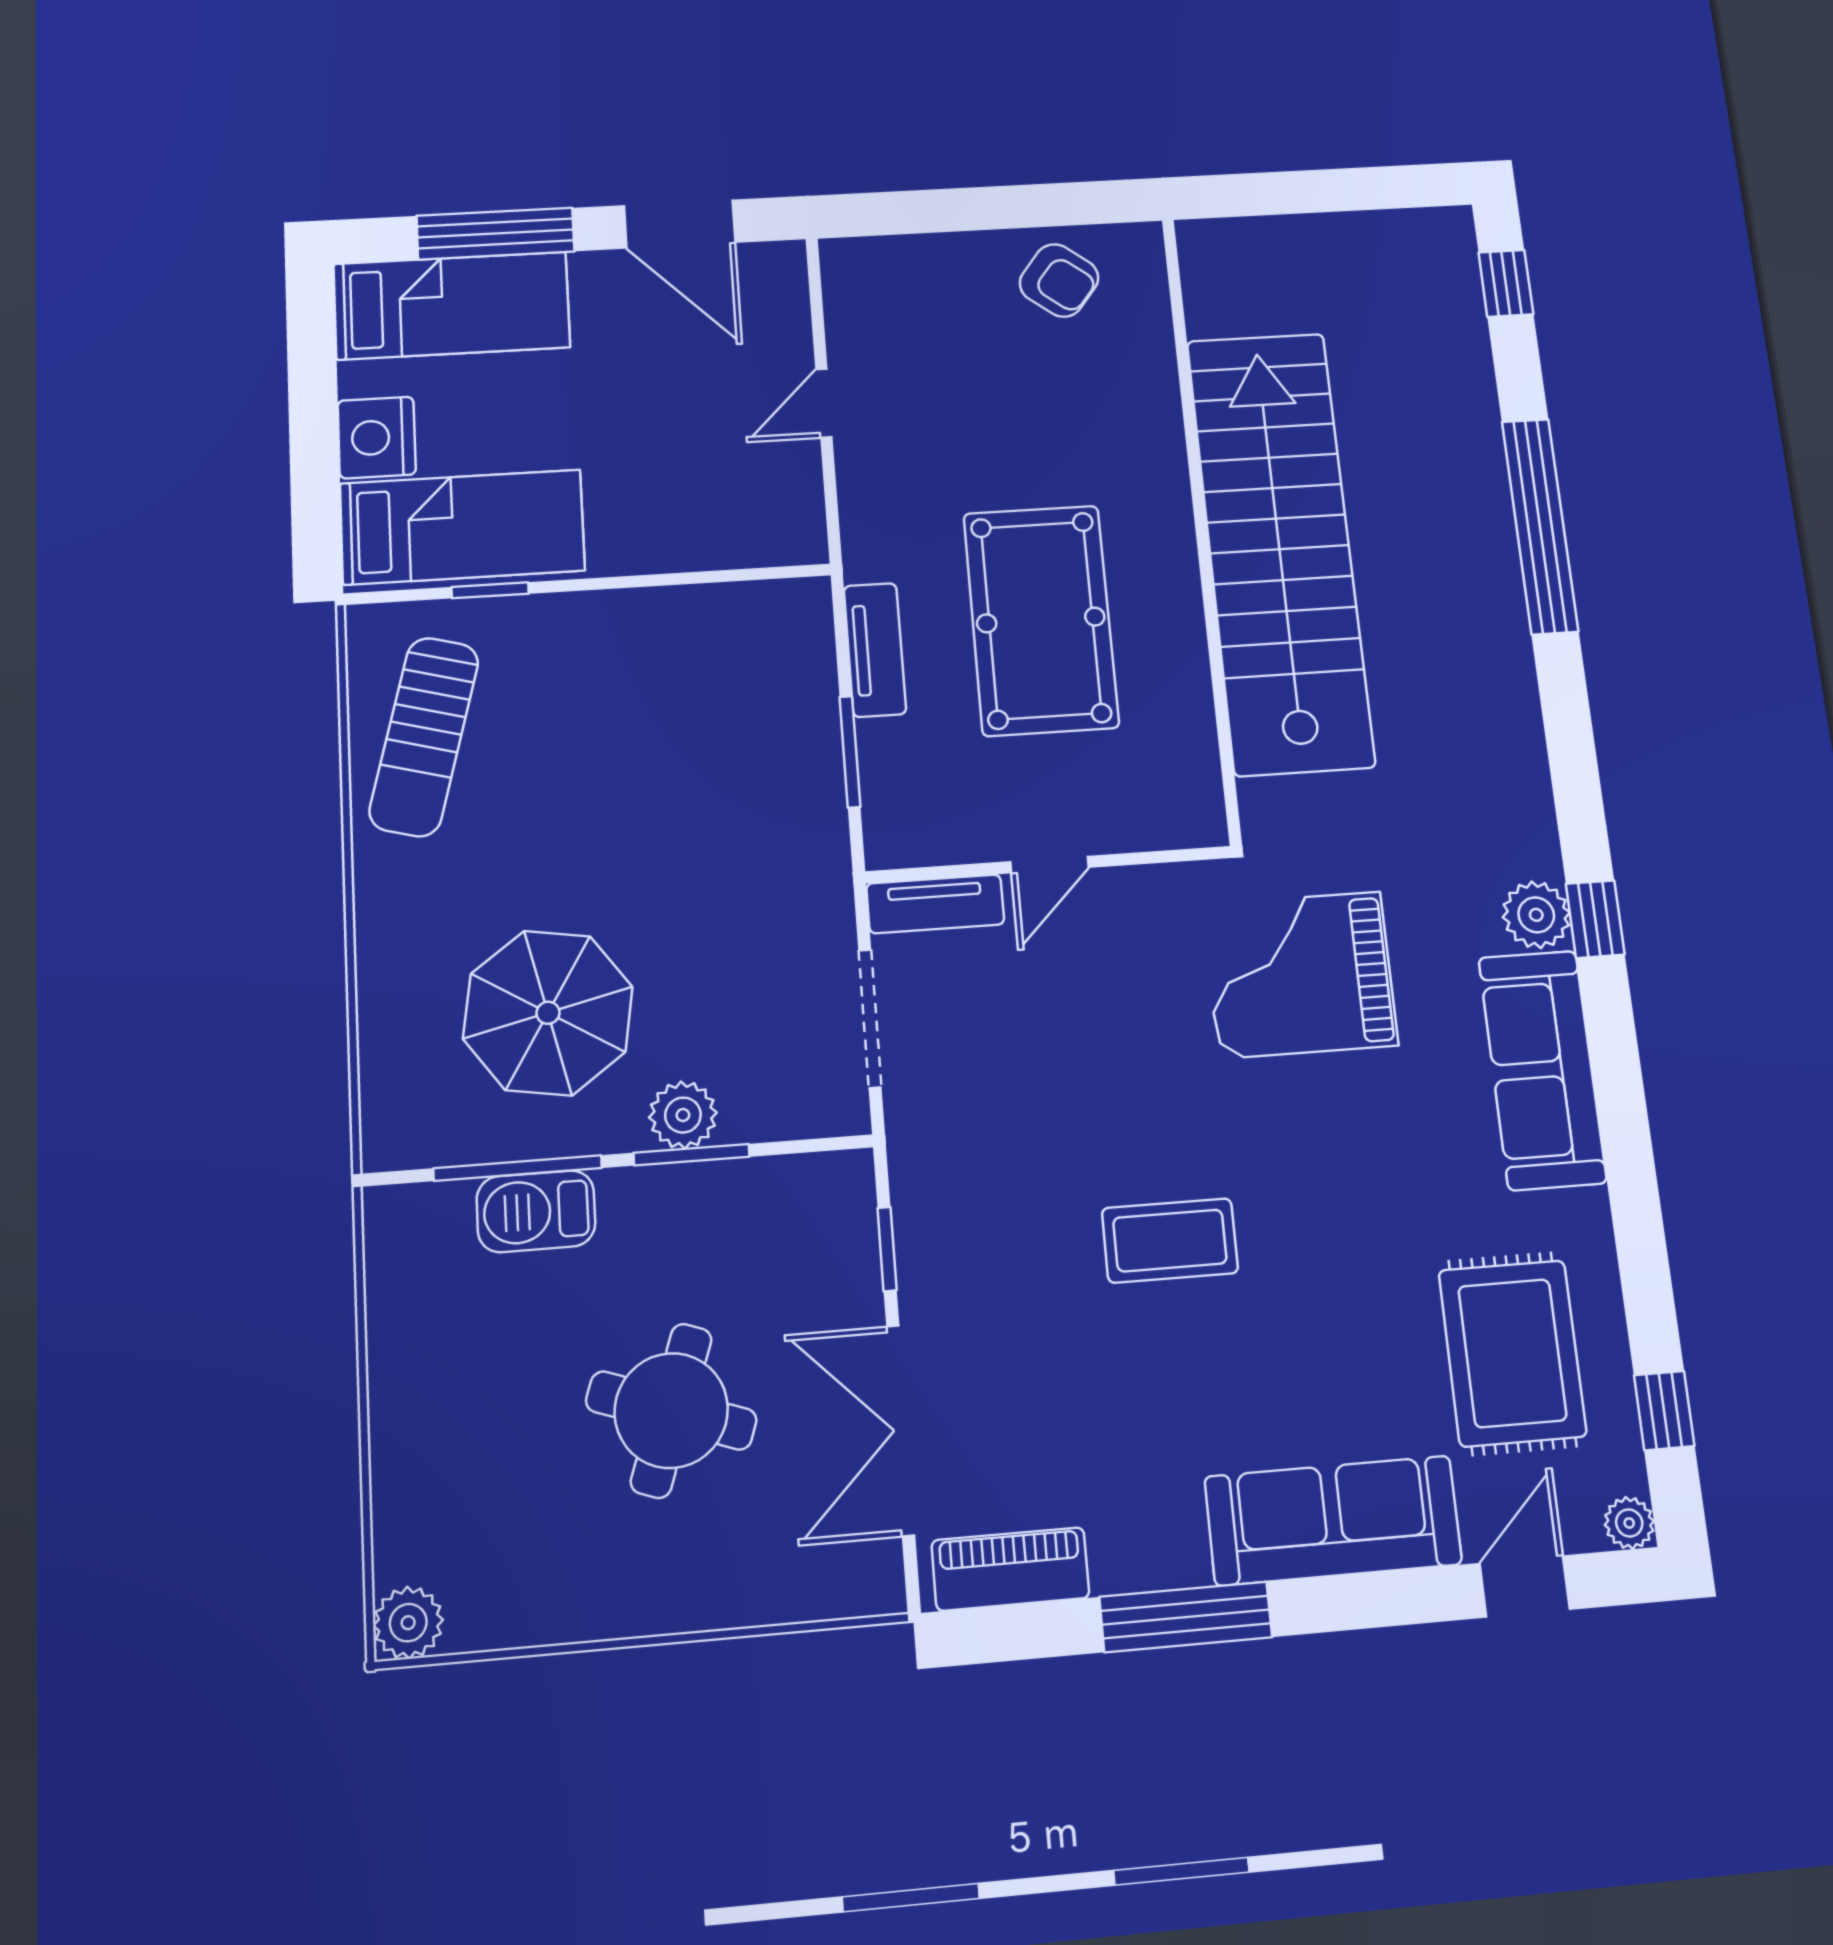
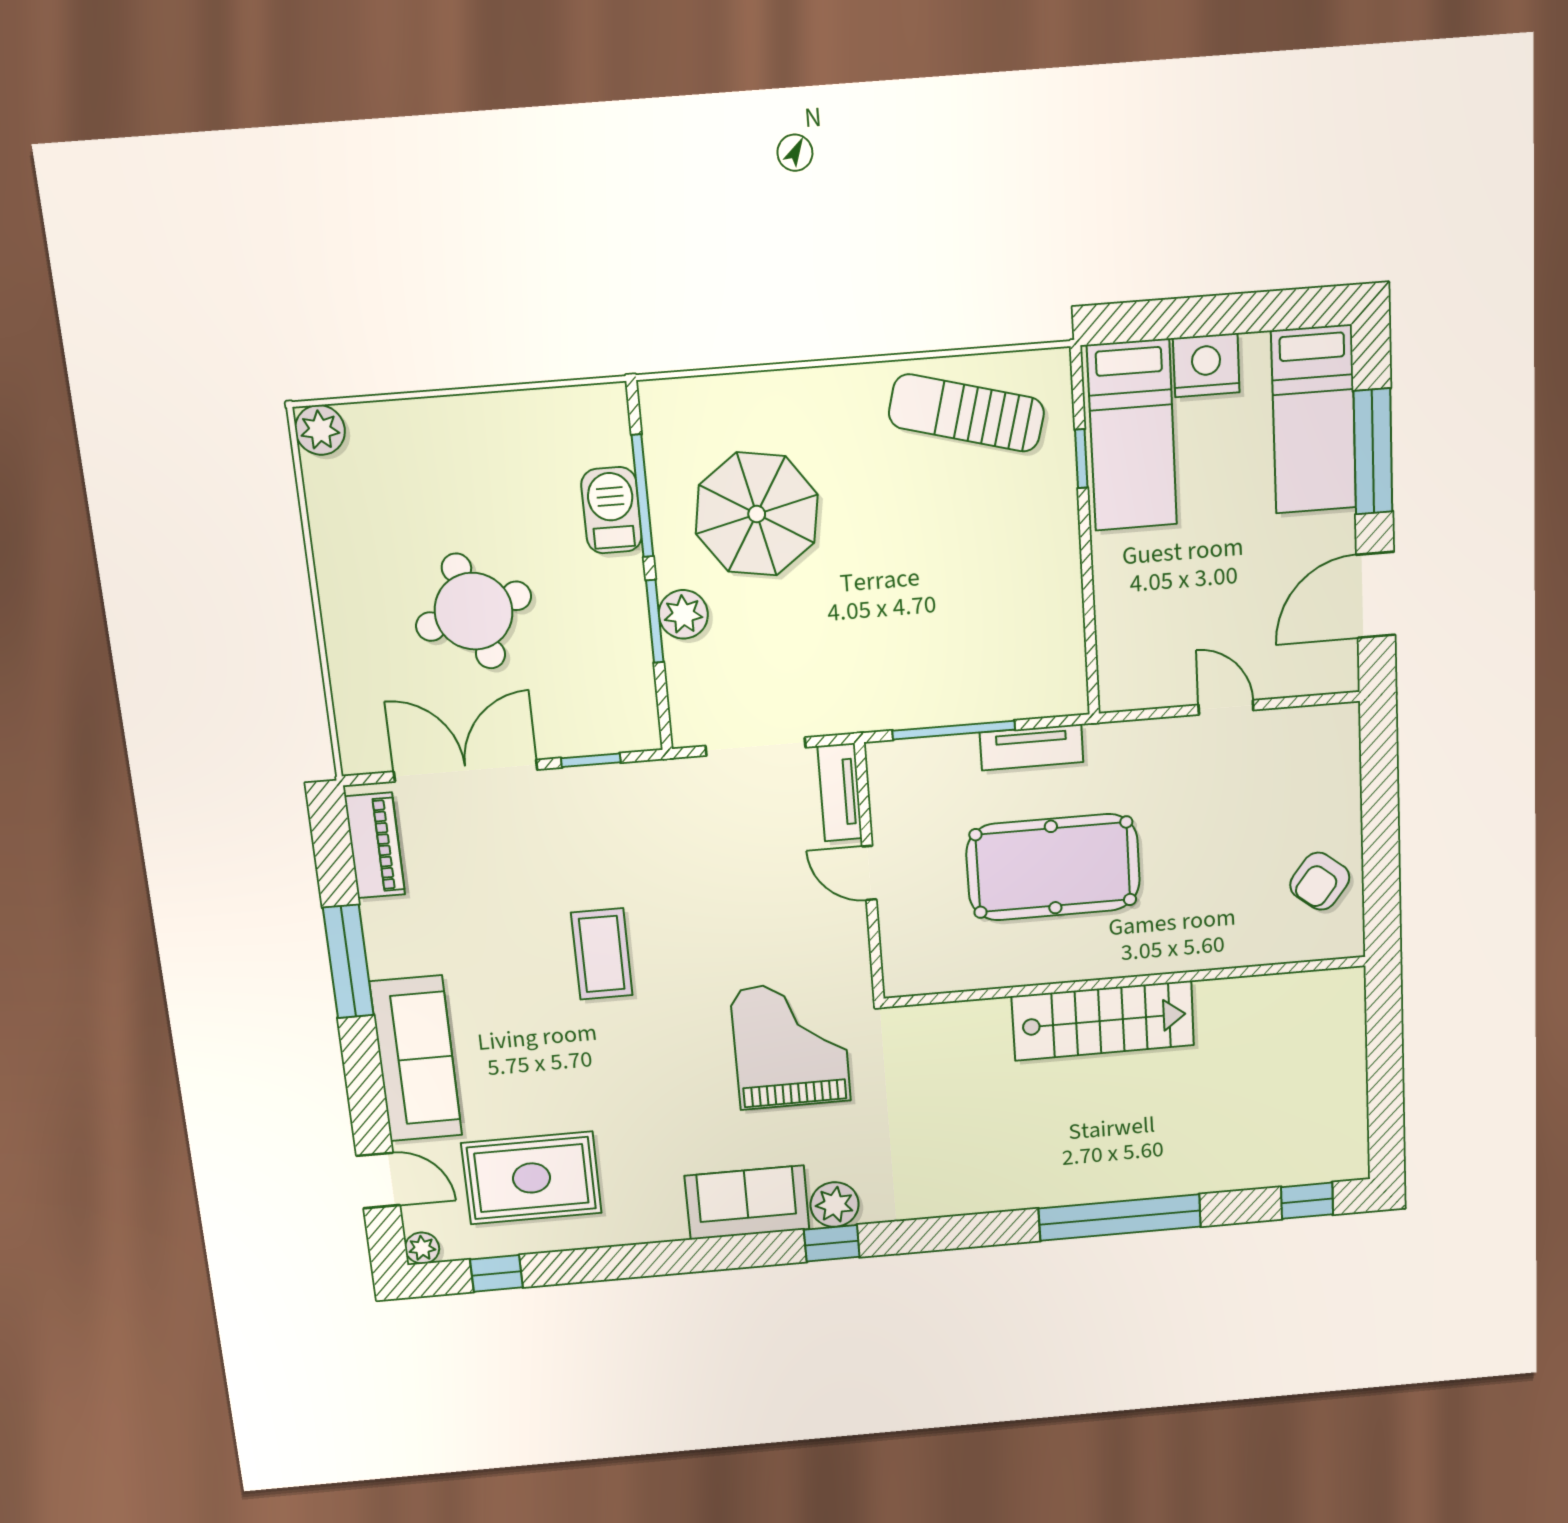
stairs: (1280, 551) -> (1103, 1021), width x0.54, depth x0.66
window: (850, 752) -> (954, 730), width x1.44
sofa: (1542, 1070) -> (747, 1203), width x0.73
round table: (671, 1410) -> (474, 611), turned -34

